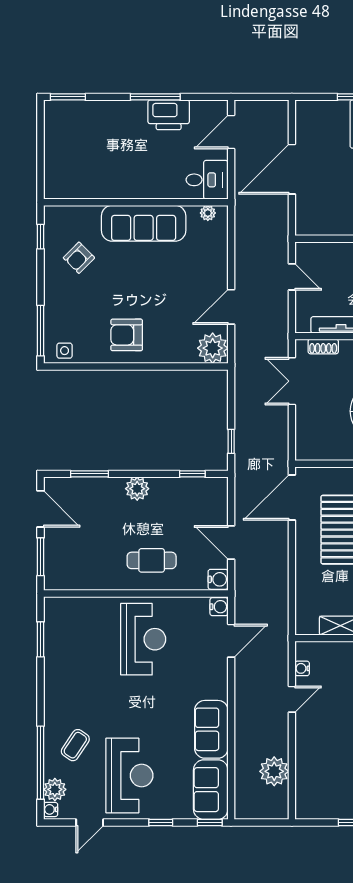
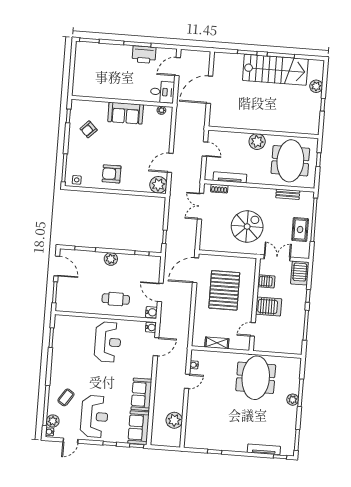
sofa: (144, 223) -> (126, 113), width x0.73

